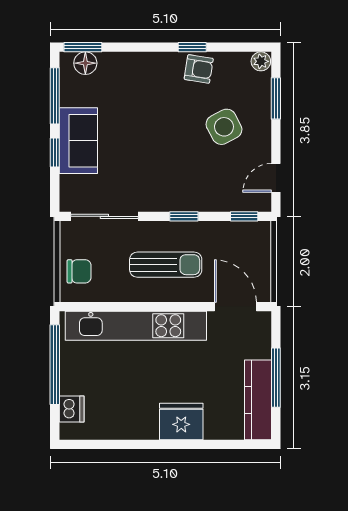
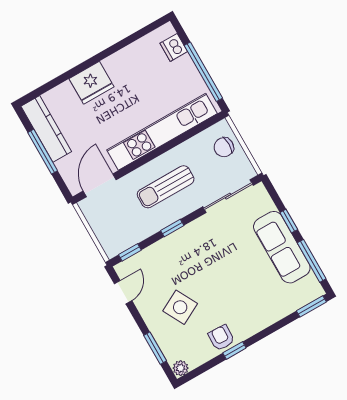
floor lamp: (85, 63) -> (303, 296), removed
armchair: (199, 69) -> (221, 338), turned 83
sofa: (78, 141) -> (282, 247), width x1.36
door: (235, 307) -> (100, 185), swing flipped

